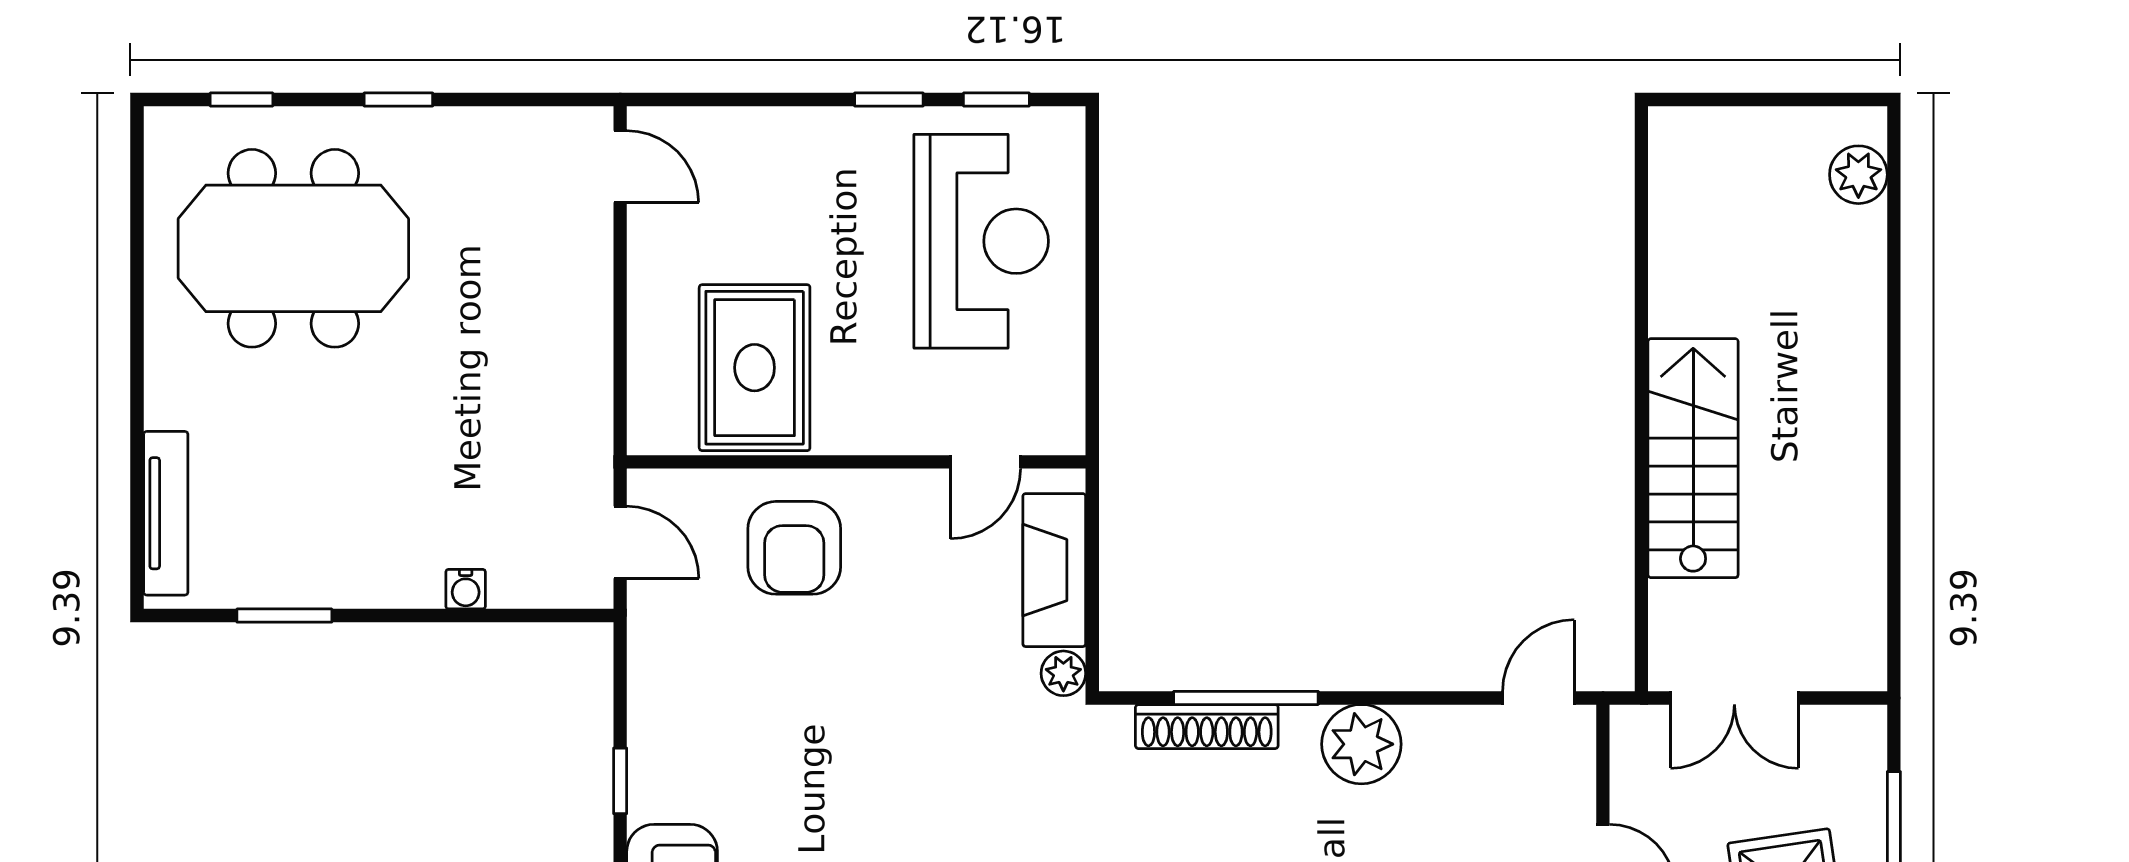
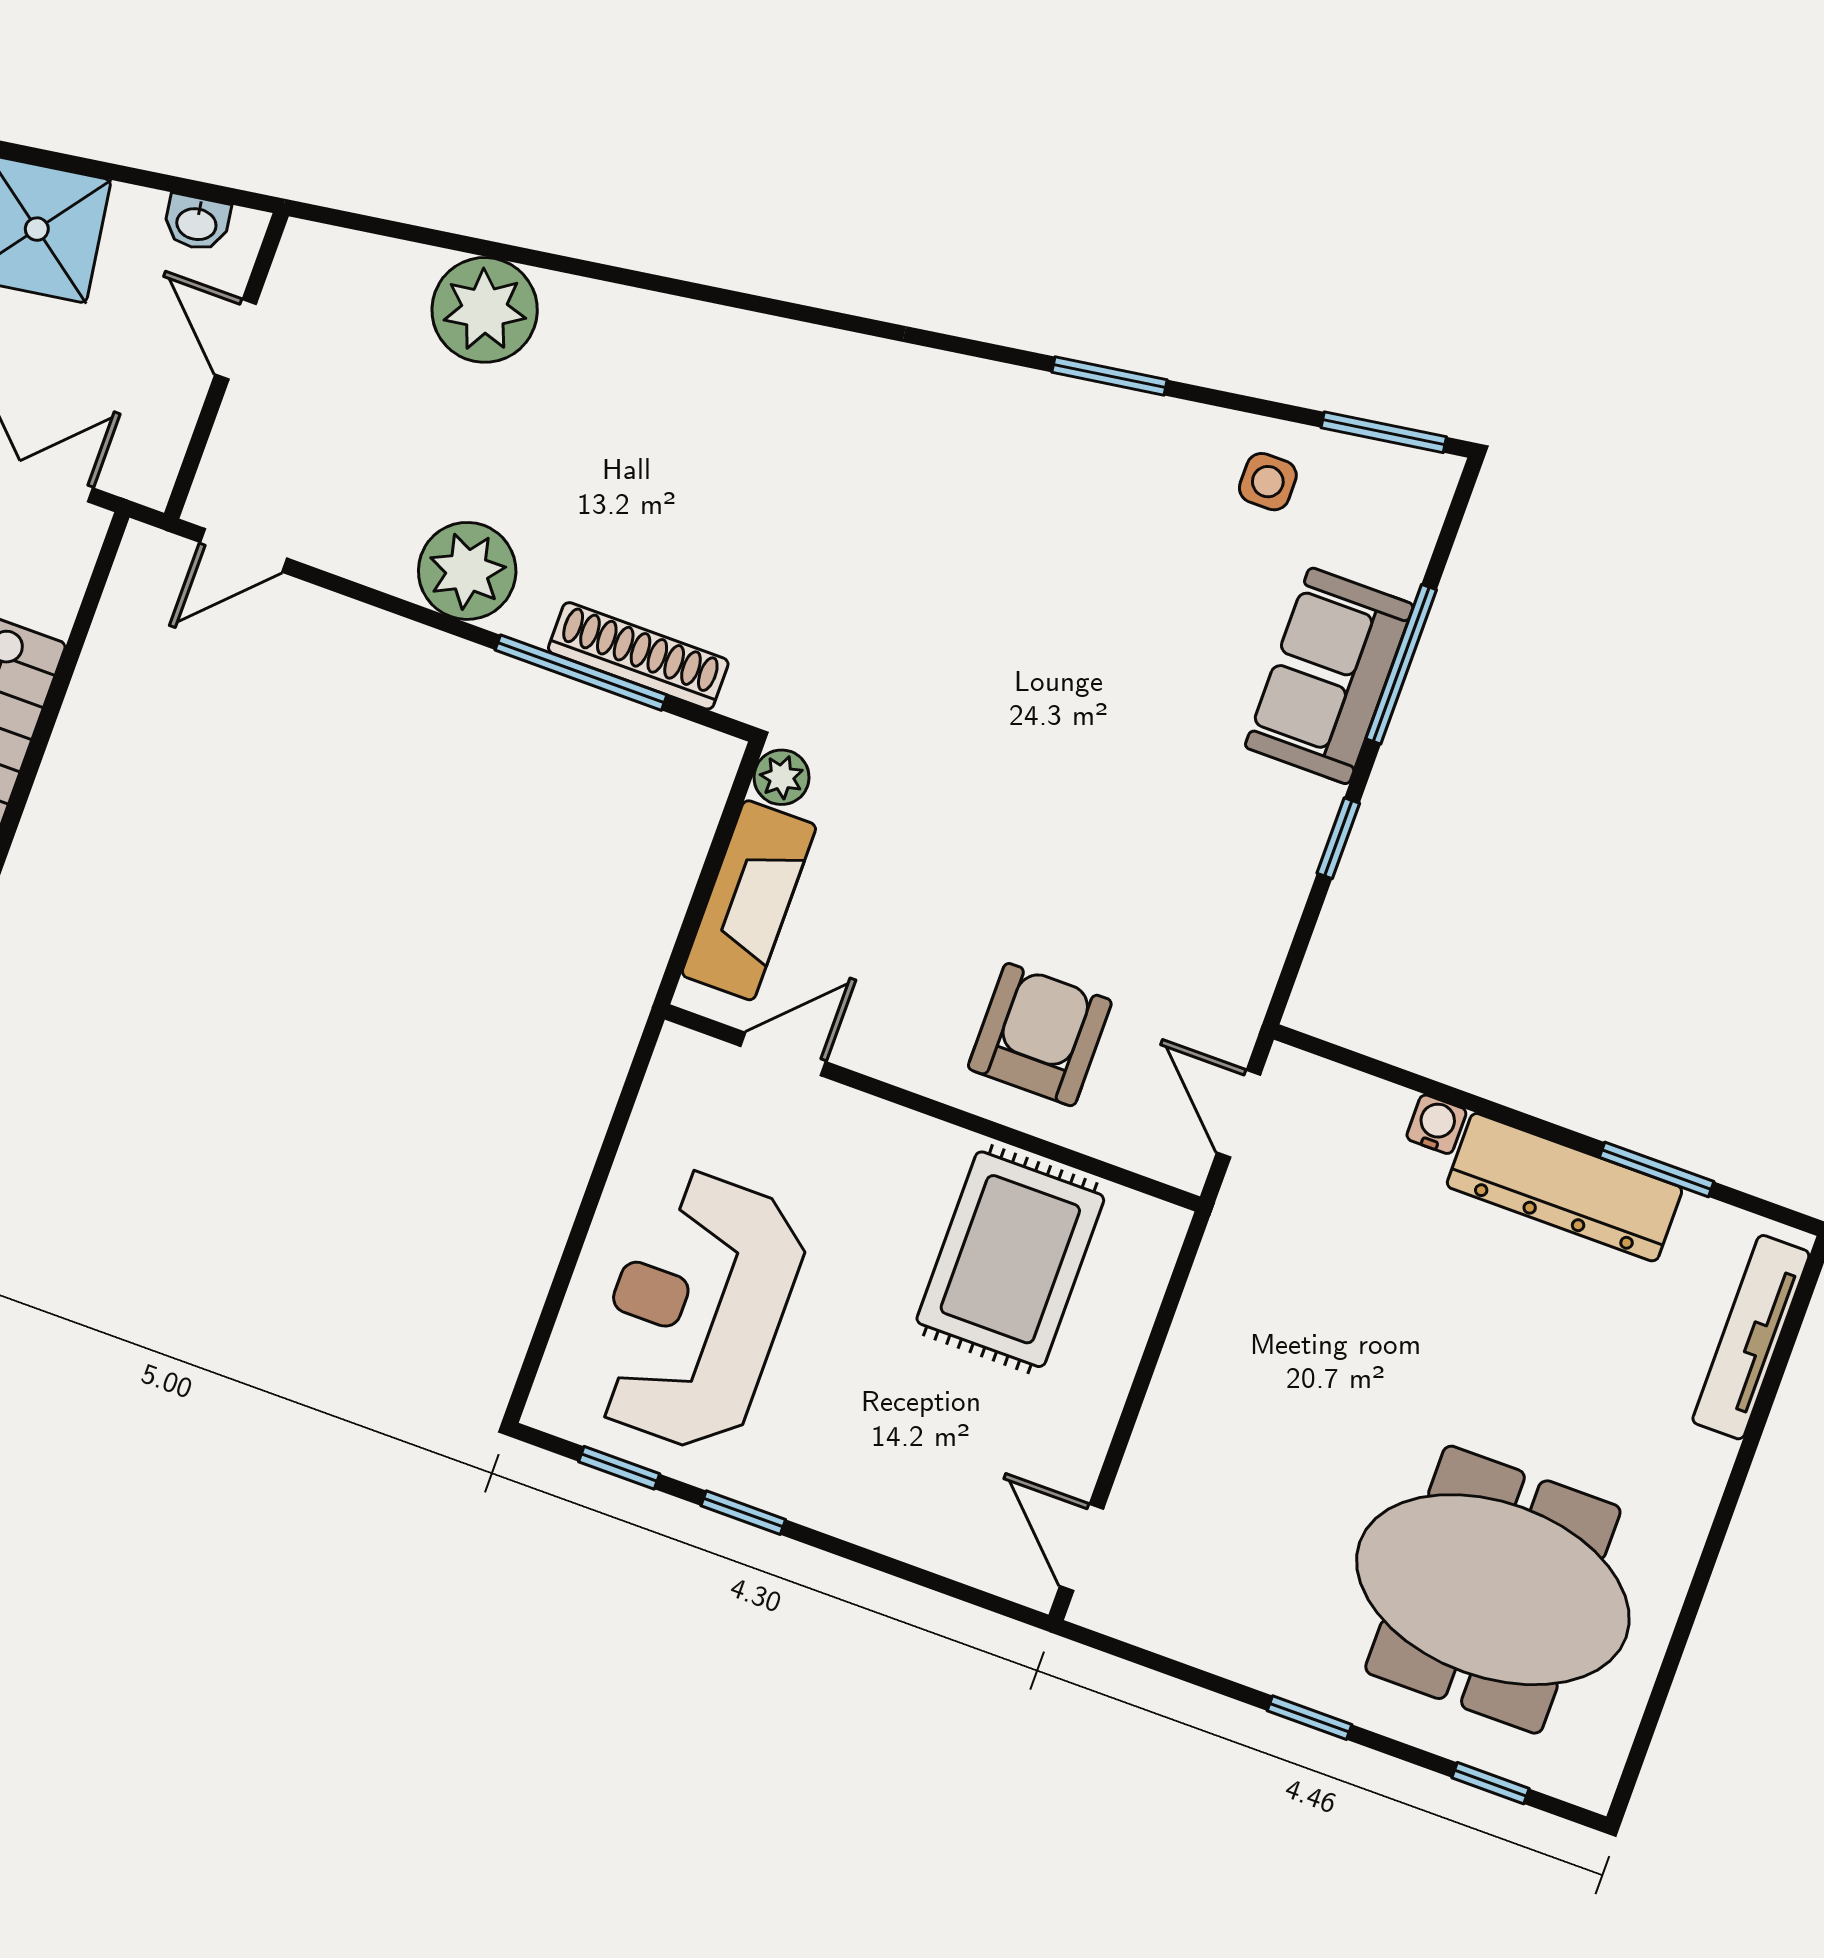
dresser: (350, 576) -> (1564, 1187), added

